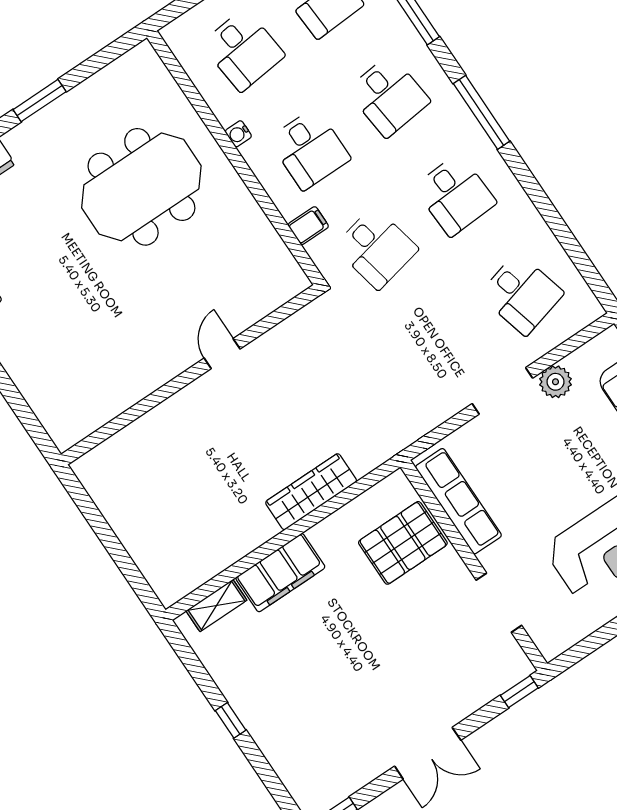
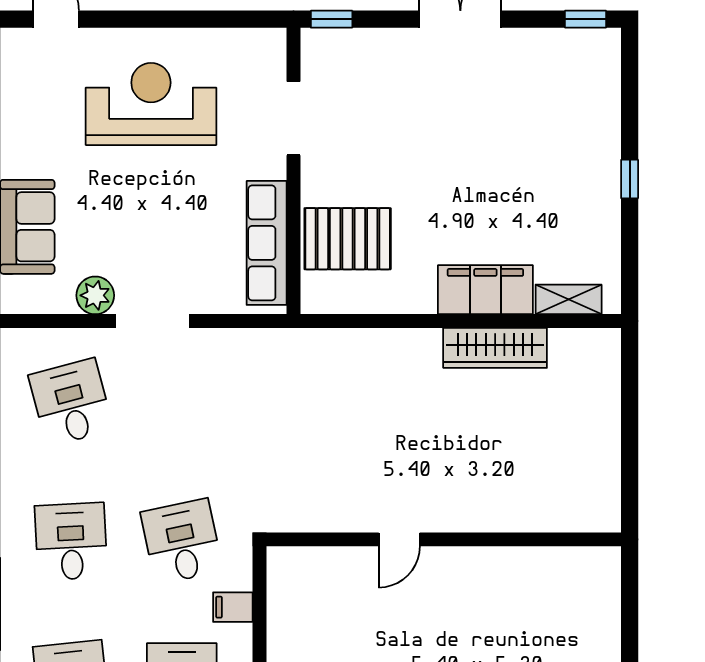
wardrobe: (311, 492) -> (495, 348), moved

